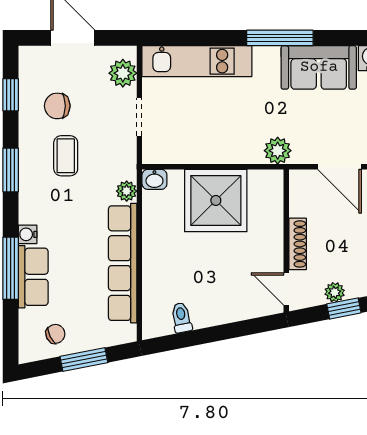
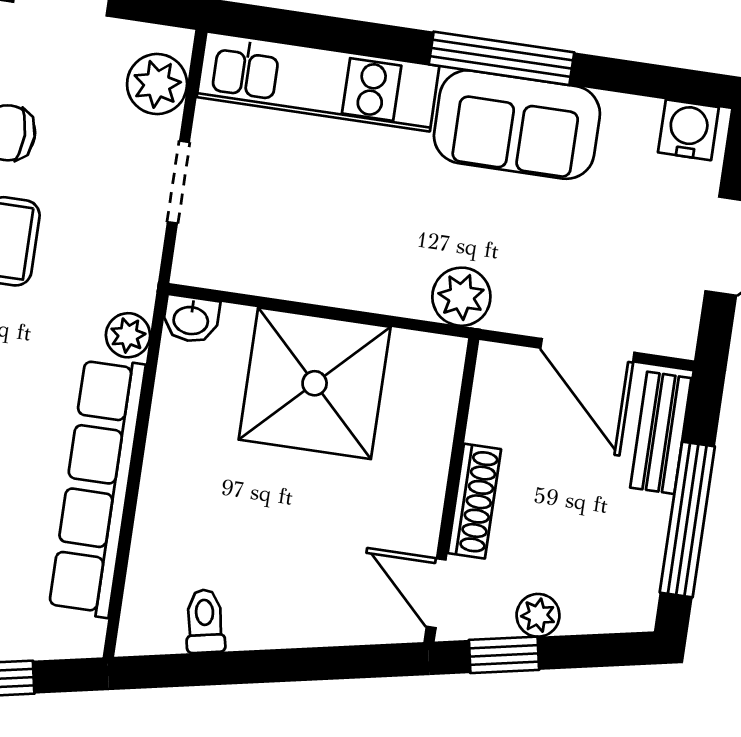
sofa: (319, 67) -> (517, 125), moved
window: (344, 308) -> (504, 655), moved

